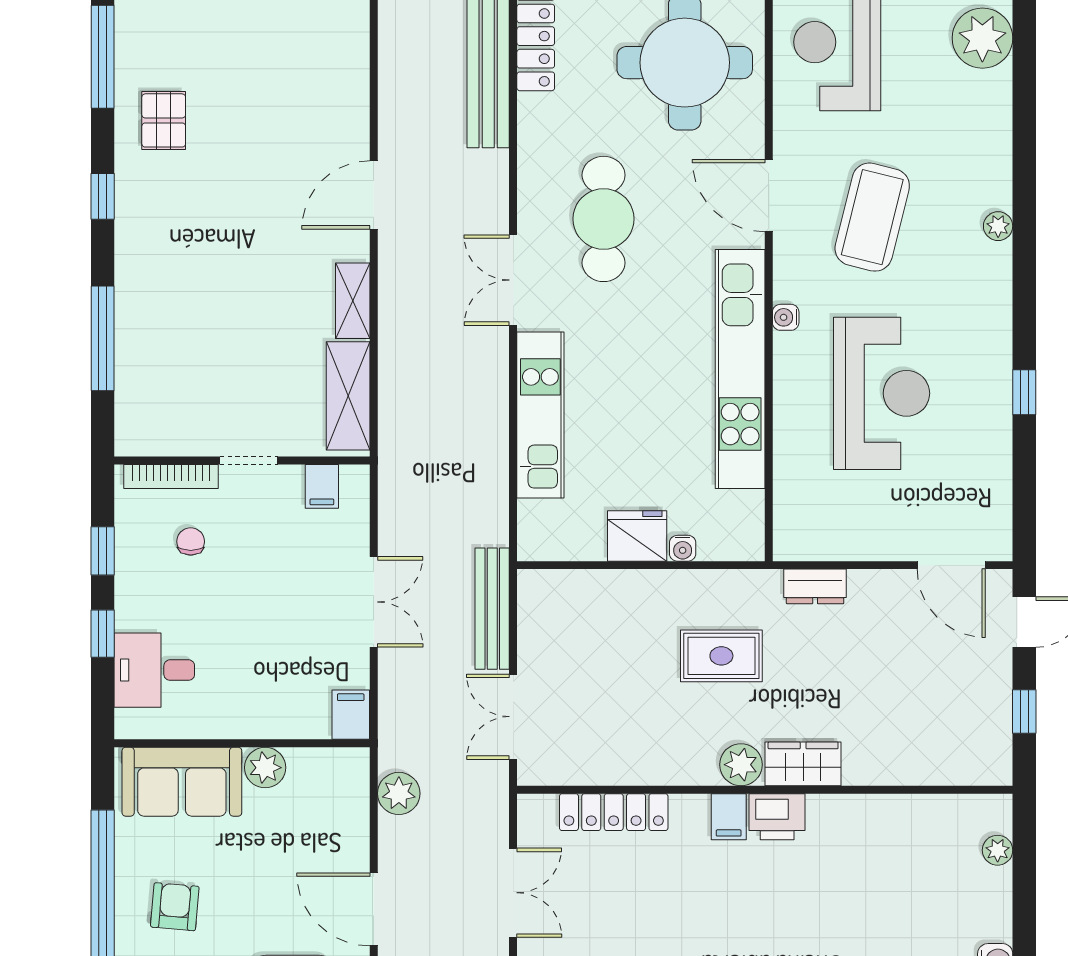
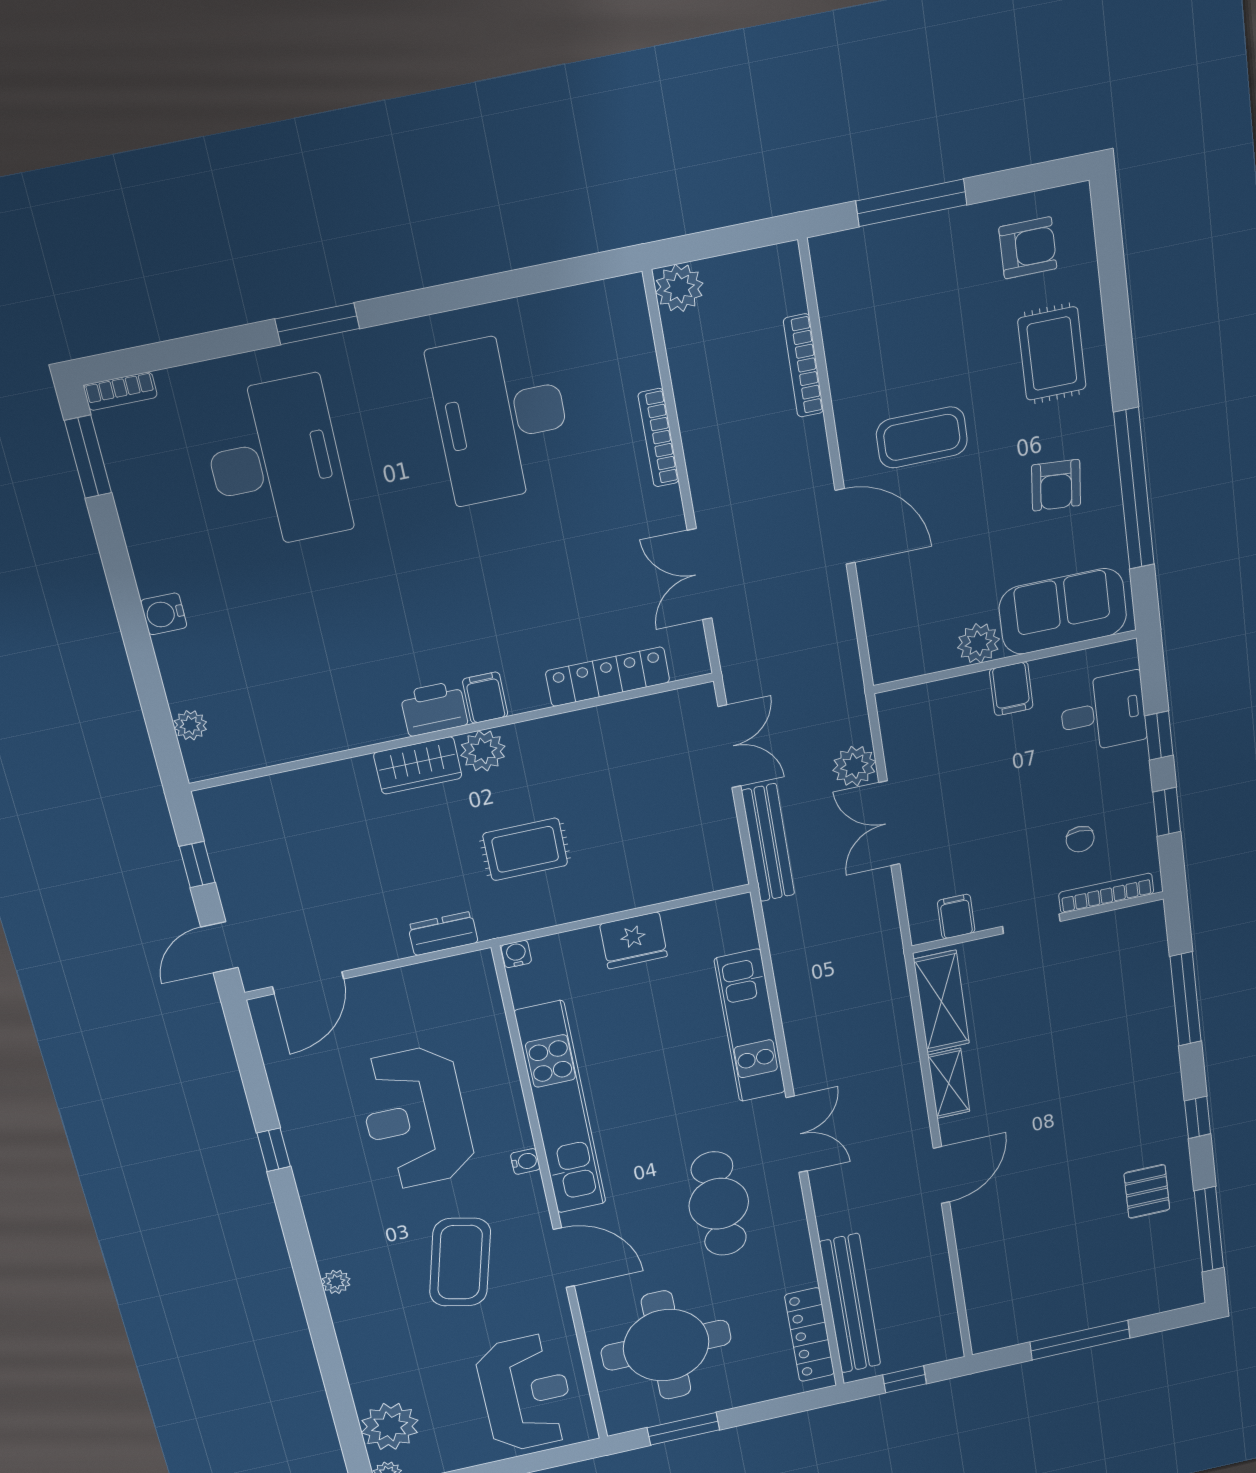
water cooler: (683, 548) -> (516, 954), moved
door: (951, 565) -> (308, 983), swing flipped
filing cabinet: (351, 715) -> (1011, 689), moved
plant: (399, 793) -> (854, 766), moved

